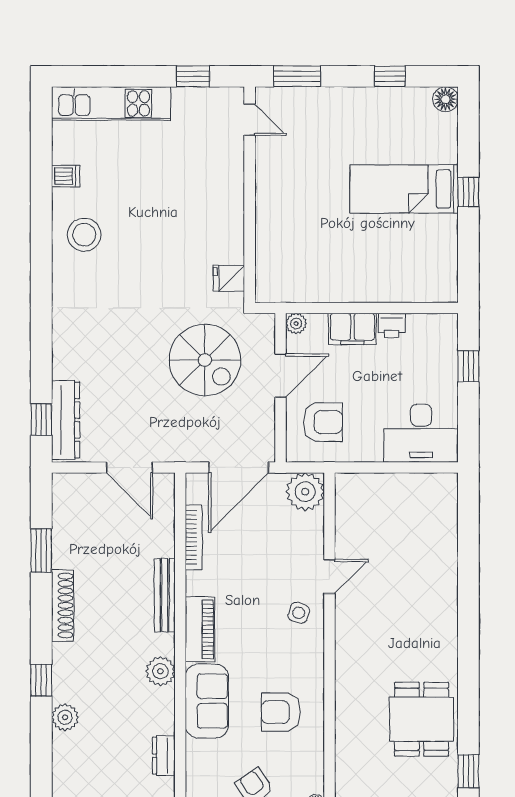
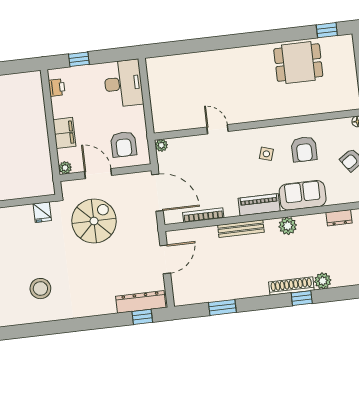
stool: (84, 235) -> (40, 289), moved
printer: (392, 325) -> (57, 88), moved
armchair: (323, 422) -> (124, 144), turned 180
plant: (305, 492) -> (161, 145), width x0.53, depth x0.53
shoe rack: (63, 605) -> (291, 286), moved
side table: (299, 613) -> (266, 154), moved

